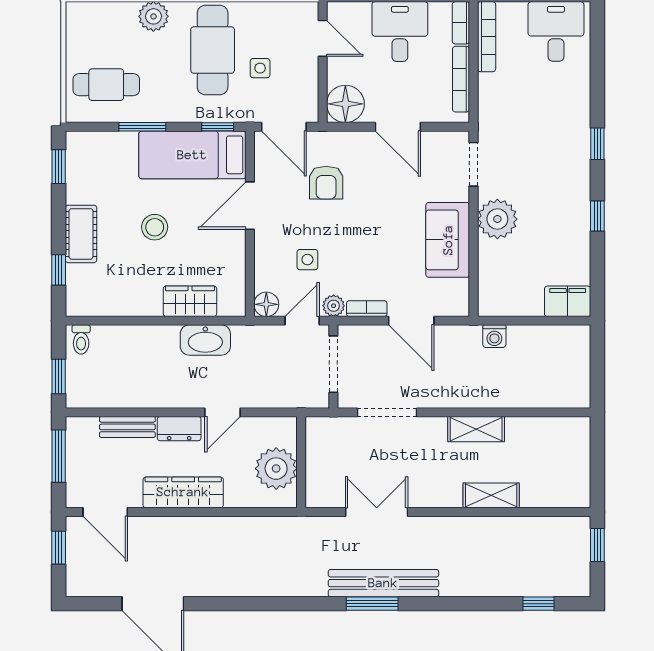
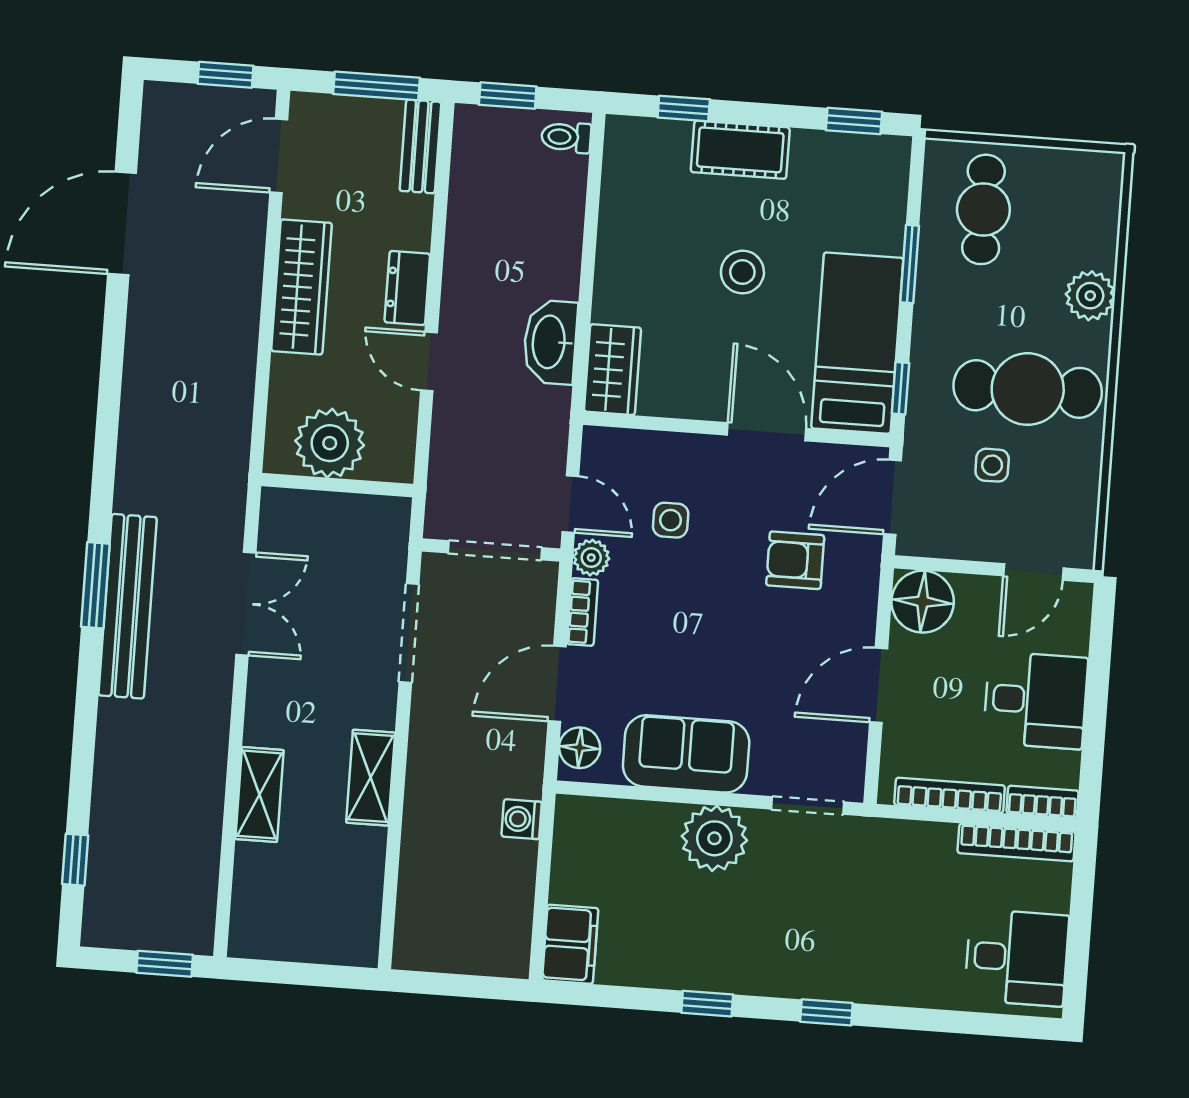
wardrobe: (190, 301) -> (612, 370), moved
floor lamp: (266, 304) -> (580, 748), moved
bench: (127, 427) -> (420, 146), moved

